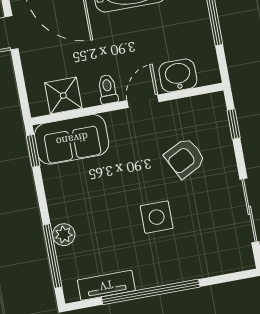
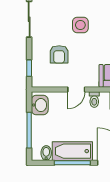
washbasin: (178, 75) -> (40, 105), moved, turned -90
armchair: (185, 158) -> (59, 54), turned 117

